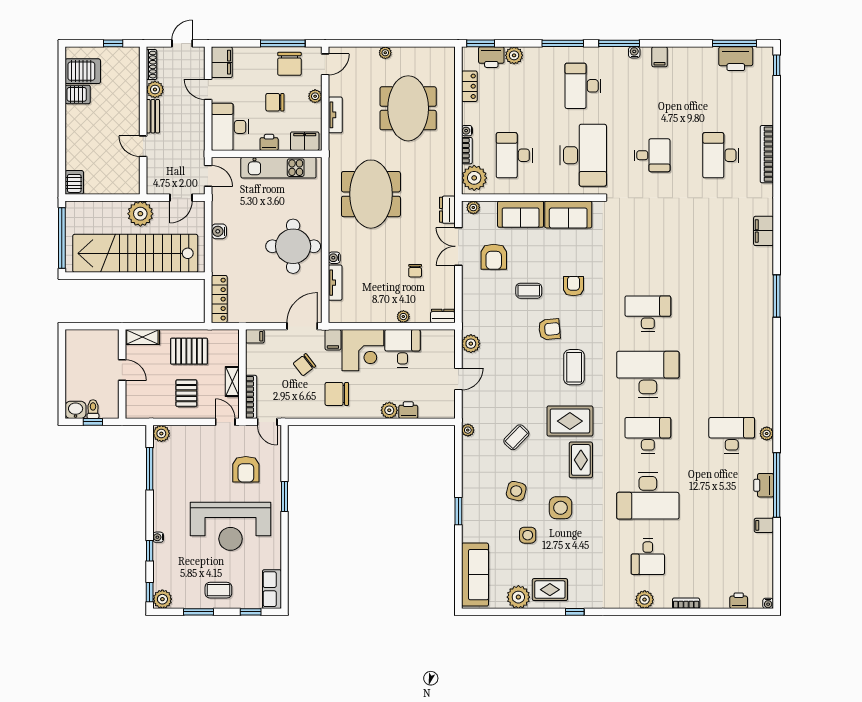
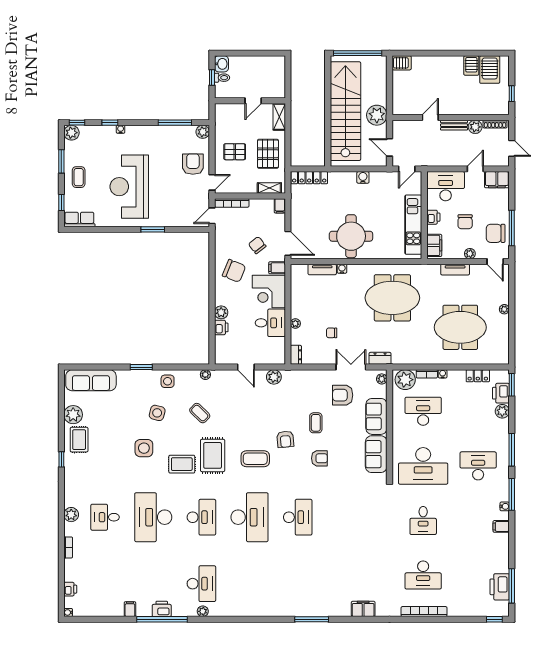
chair: (275, 102) -> (465, 222), turned 180
desk: (721, 155) -> (423, 575), turned 180
shelving: (232, 382) -> (269, 188), moved
chair: (337, 394) -> (234, 271), turned 112
armchair: (246, 469) -> (193, 164), moved, turned 90
side table: (528, 535) -> (168, 381), moved

